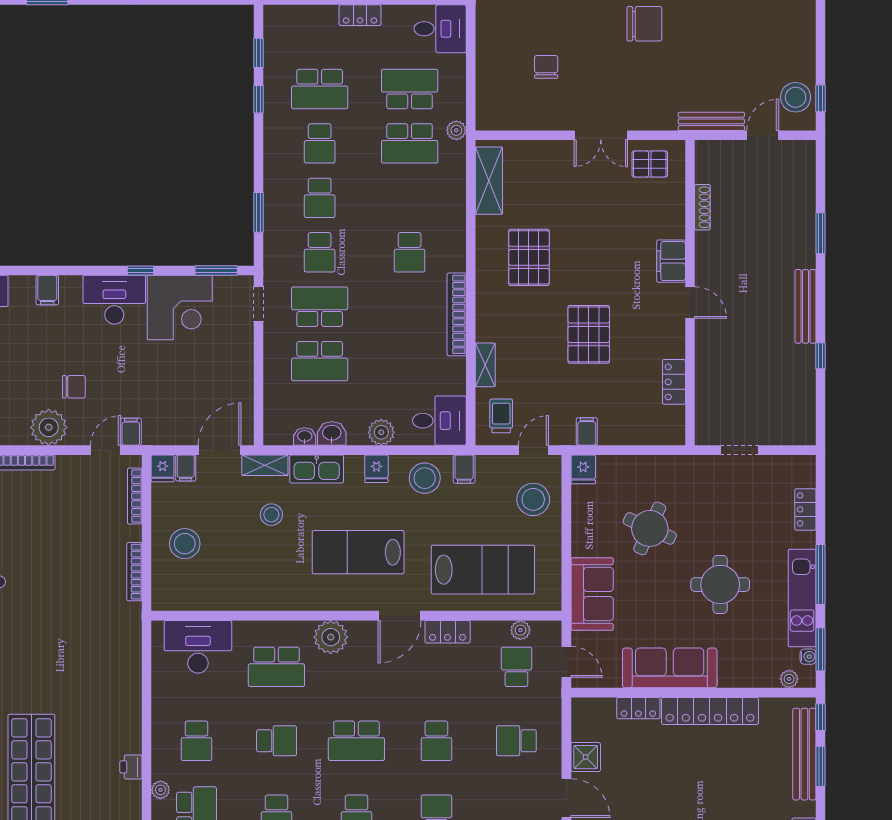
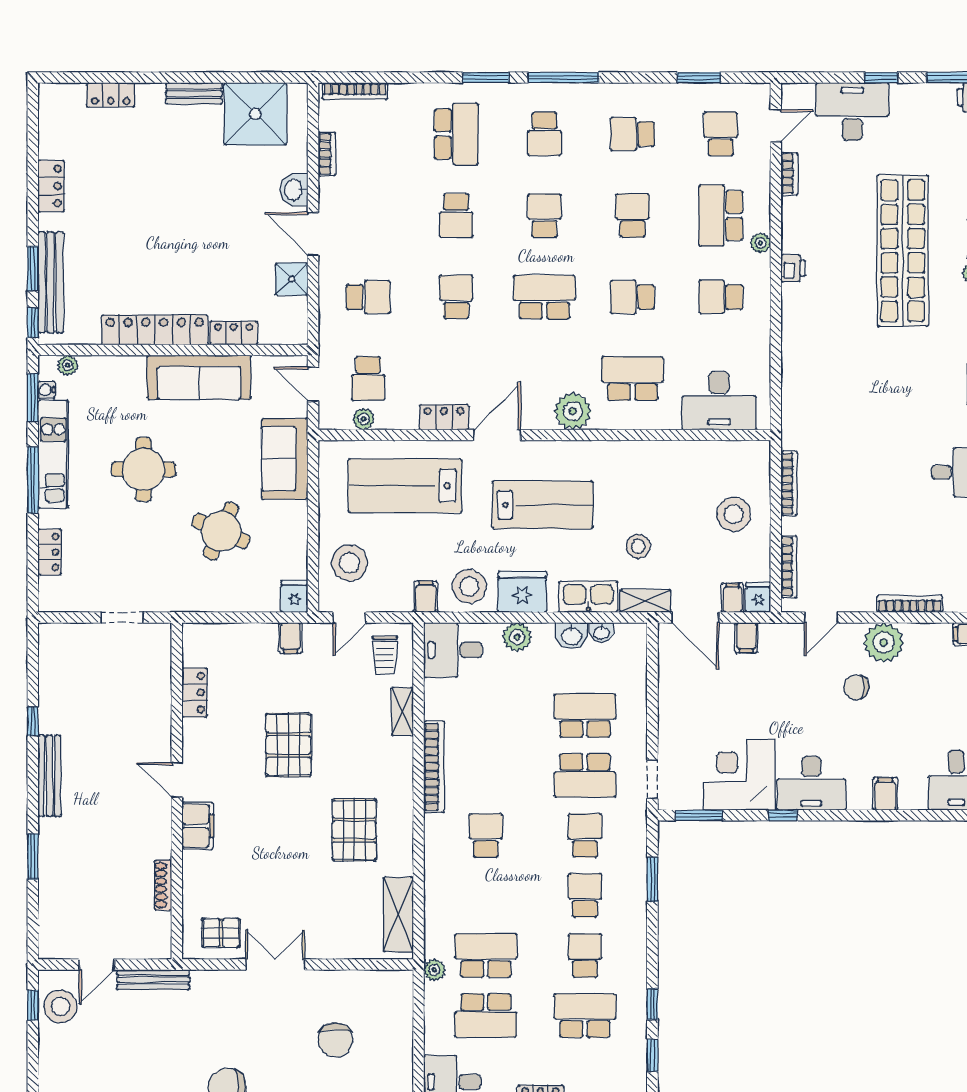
chair: (546, 67) -> (335, 1040), width x1.37, depth x1.37
filing cabinet: (131, 432) -> (746, 638), moved
door: (220, 450) -> (695, 617), hinge flipped
fridge: (376, 469) -> (522, 592), width x1.88, depth x1.34
school desk: (196, 741) -> (721, 297), turned -90

